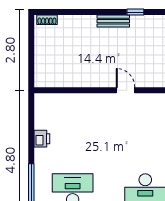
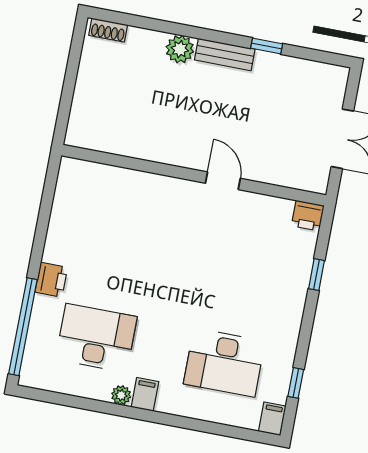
plant: (88, 23) -> (180, 49), added
printer: (42, 139) -> (51, 280), moved

